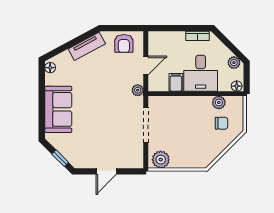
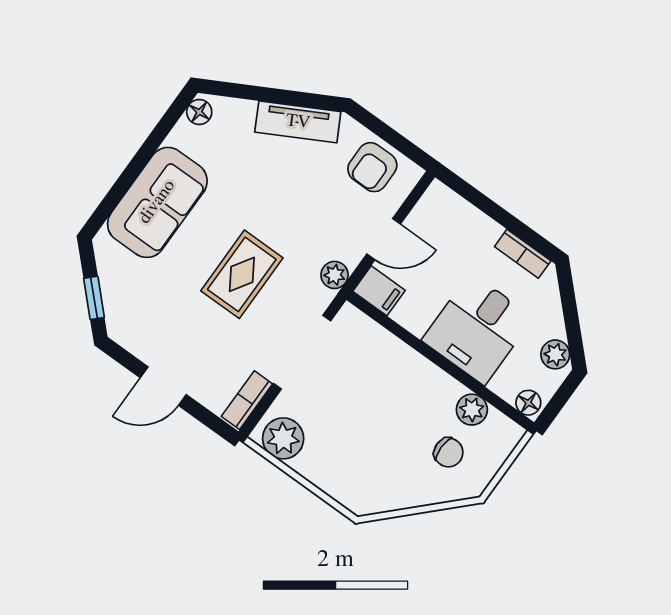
filing cabinet: (176, 82) -> (379, 291), moved, turned 90
rug: (105, 113) -> (242, 274), added
bookcase: (139, 155) -> (247, 400), added

